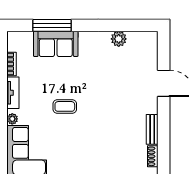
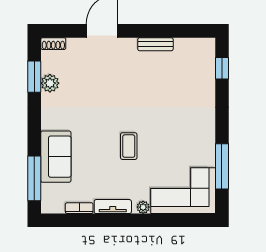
window: (52, 25) -> (34, 178), moved
window: (124, 25) -> (34, 77), added
shoe rack: (153, 156) -> (53, 44), moved

